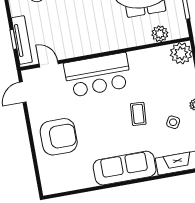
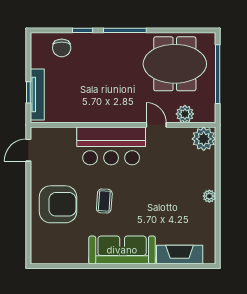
door: (49, 64) -> (156, 125), moved
coffee table: (138, 114) -> (104, 201), moved
side table: (173, 122) -> (182, 210), removed

